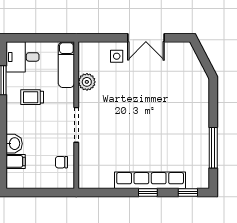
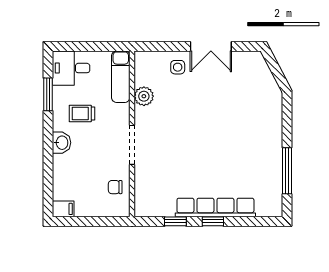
washbasin: (14, 144) -> (62, 143), moved
filing cabinet: (16, 161) -> (63, 209), moved
window: (188, 192) -> (175, 221), moved

